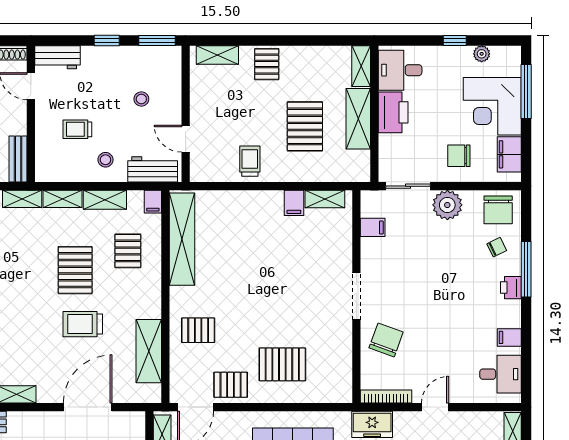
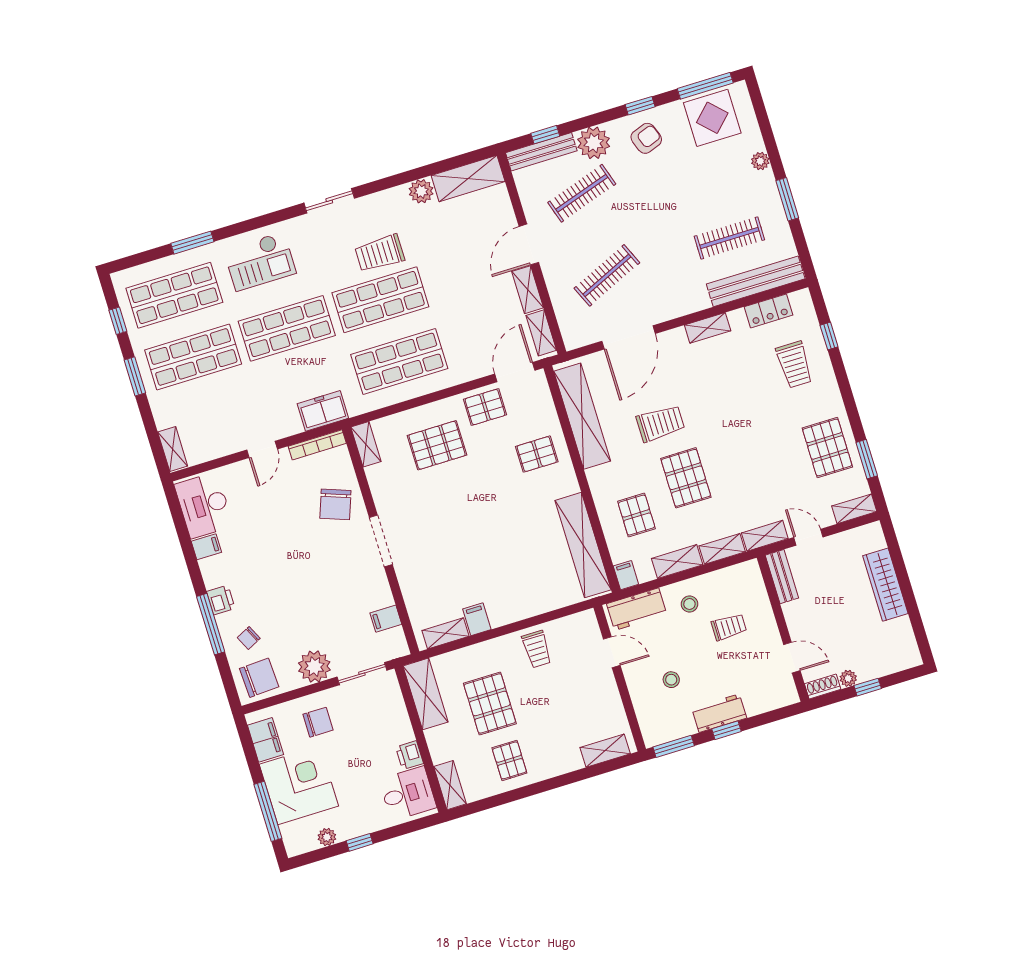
workbench: (57, 57) -> (719, 713), moved
pallet: (267, 64) -> (509, 760), moved
printer: (393, 112) -> (409, 755), width x0.53, depth x0.68
shelving: (358, 119) -> (426, 694), moved
chair: (498, 210) -> (259, 678), turned 87
shelving: (149, 351) -> (582, 416), width x1.47
desk: (500, 374) -> (204, 505), width x1.37
shelving: (344, 384) -> (366, 444), added

